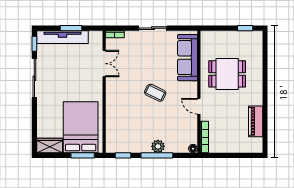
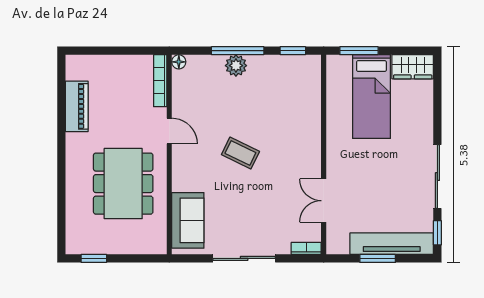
sliding door: (153, 28) -> (244, 258), width x1.37
sofa: (187, 58) -> (188, 220), width x0.73
dining table: (227, 74) -> (123, 184), width x1.38
bed: (81, 127) -> (371, 97), width x0.67

